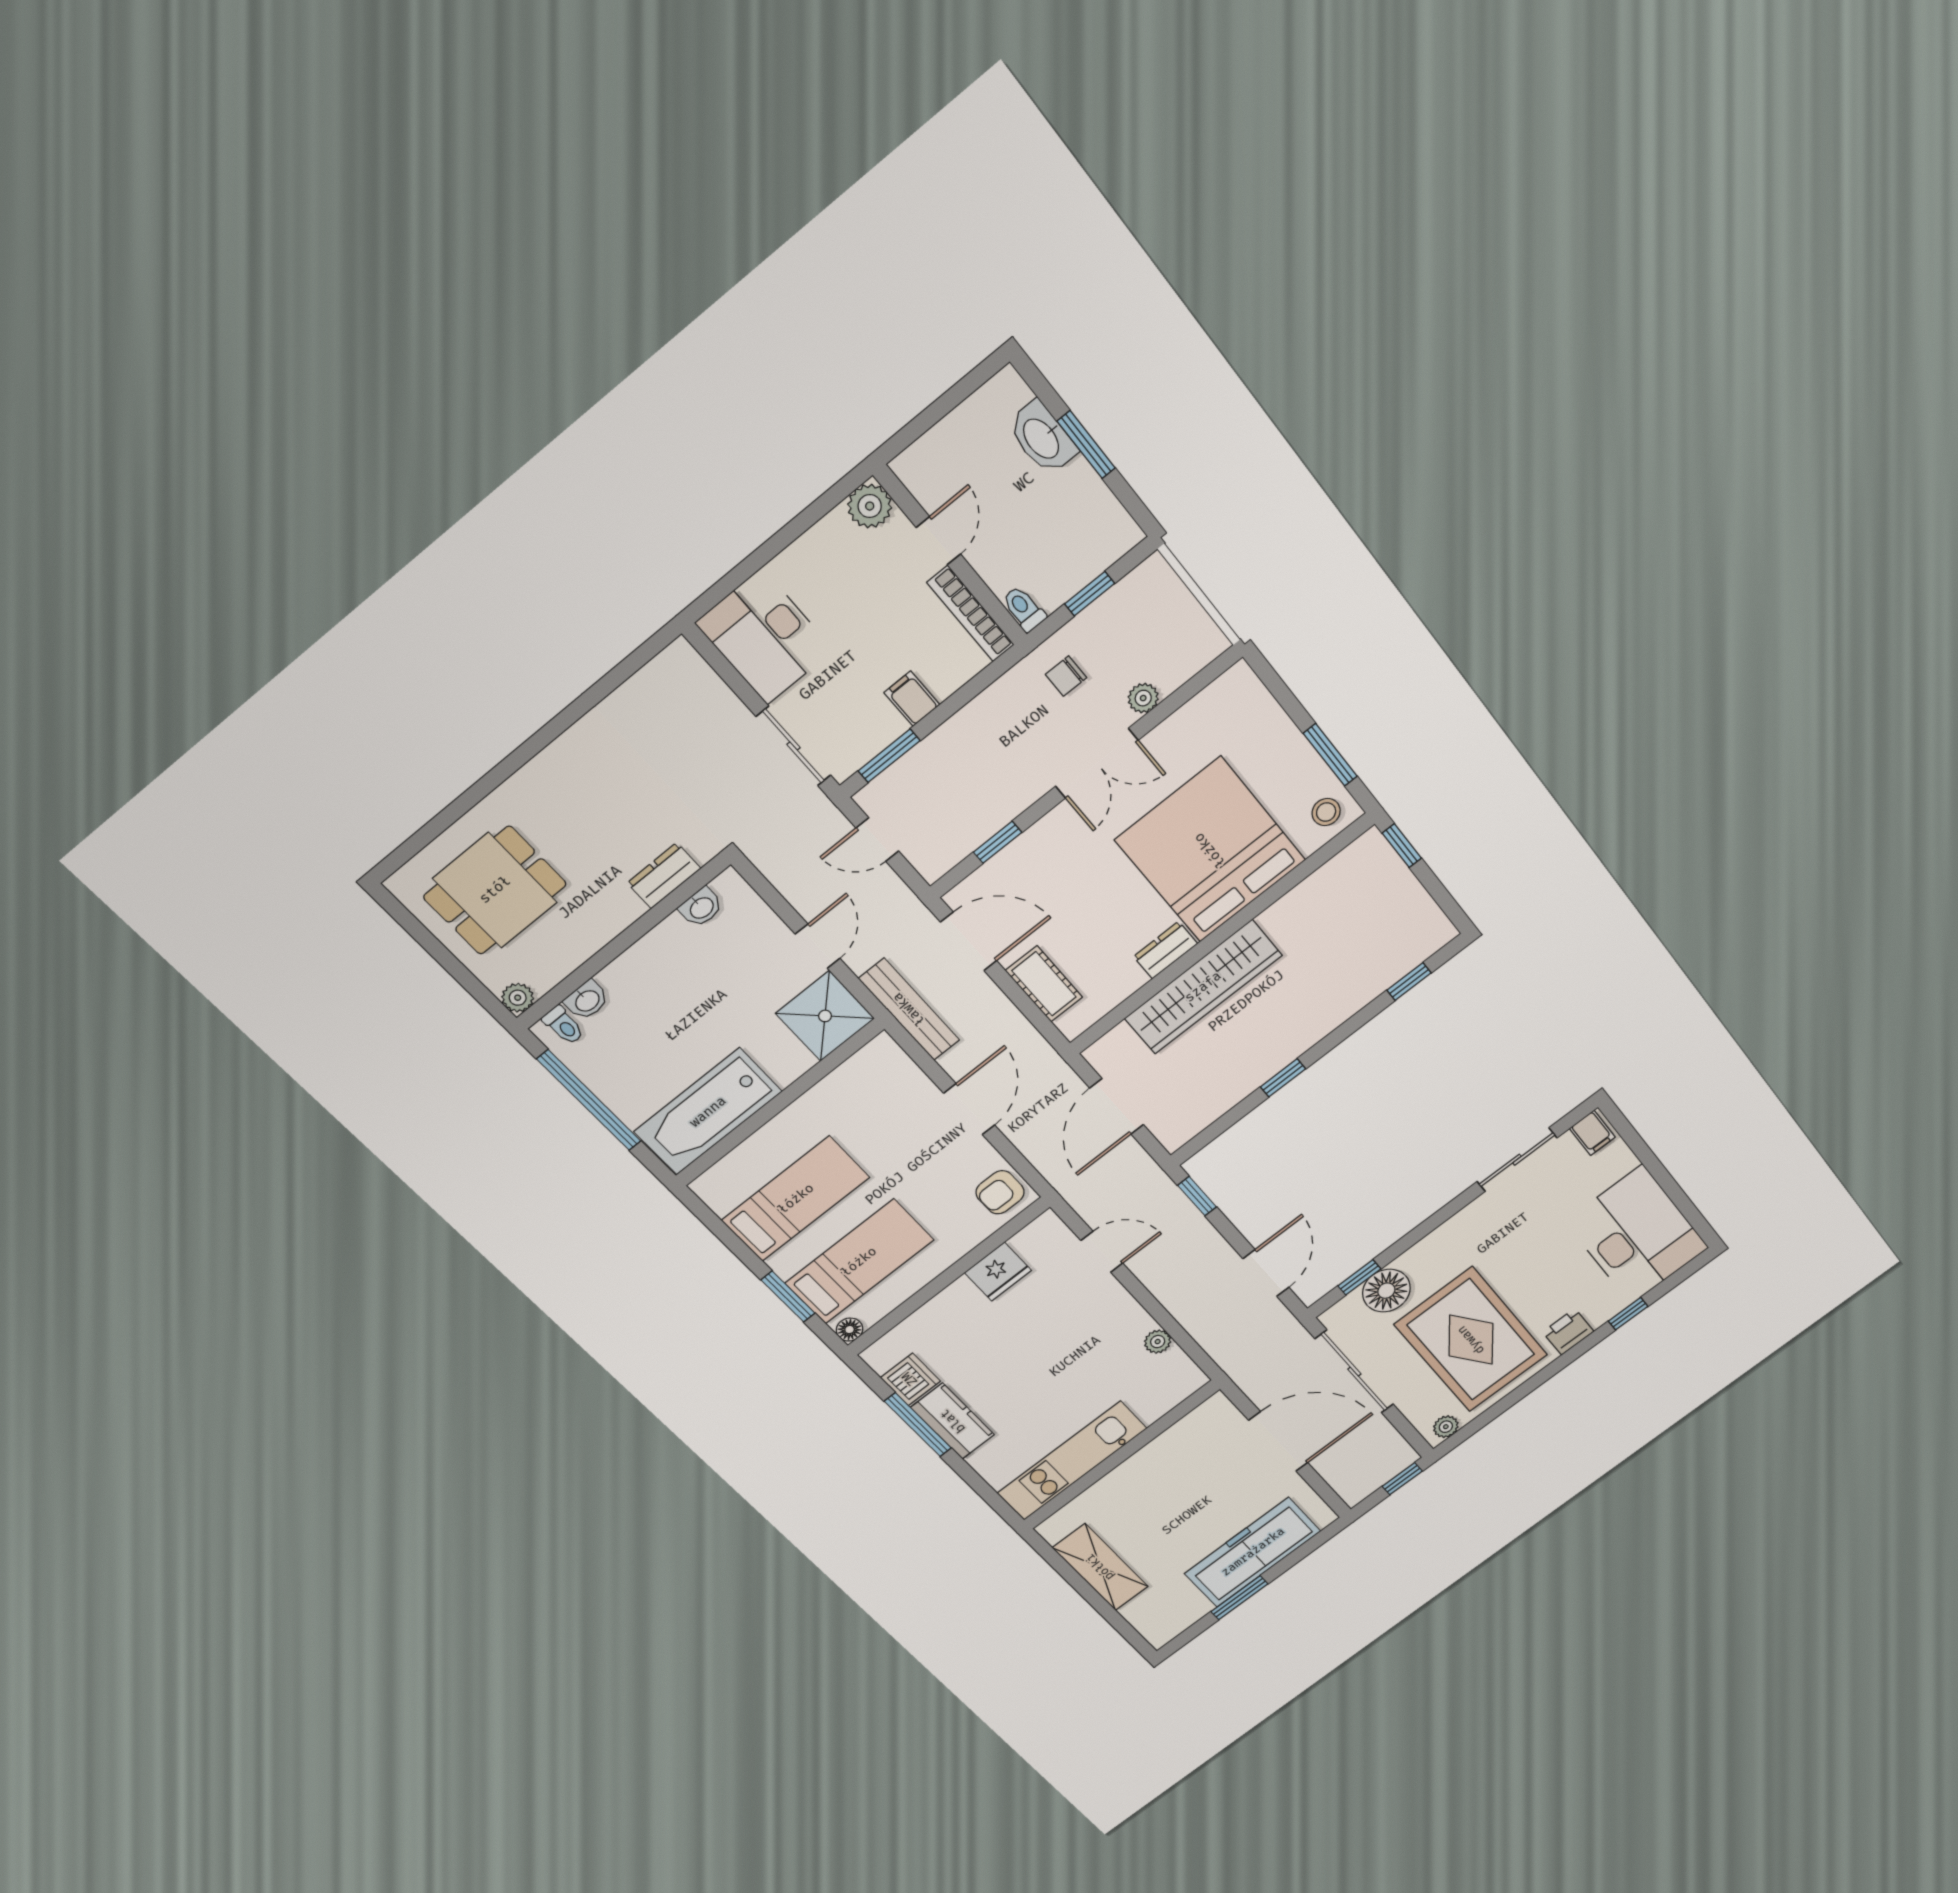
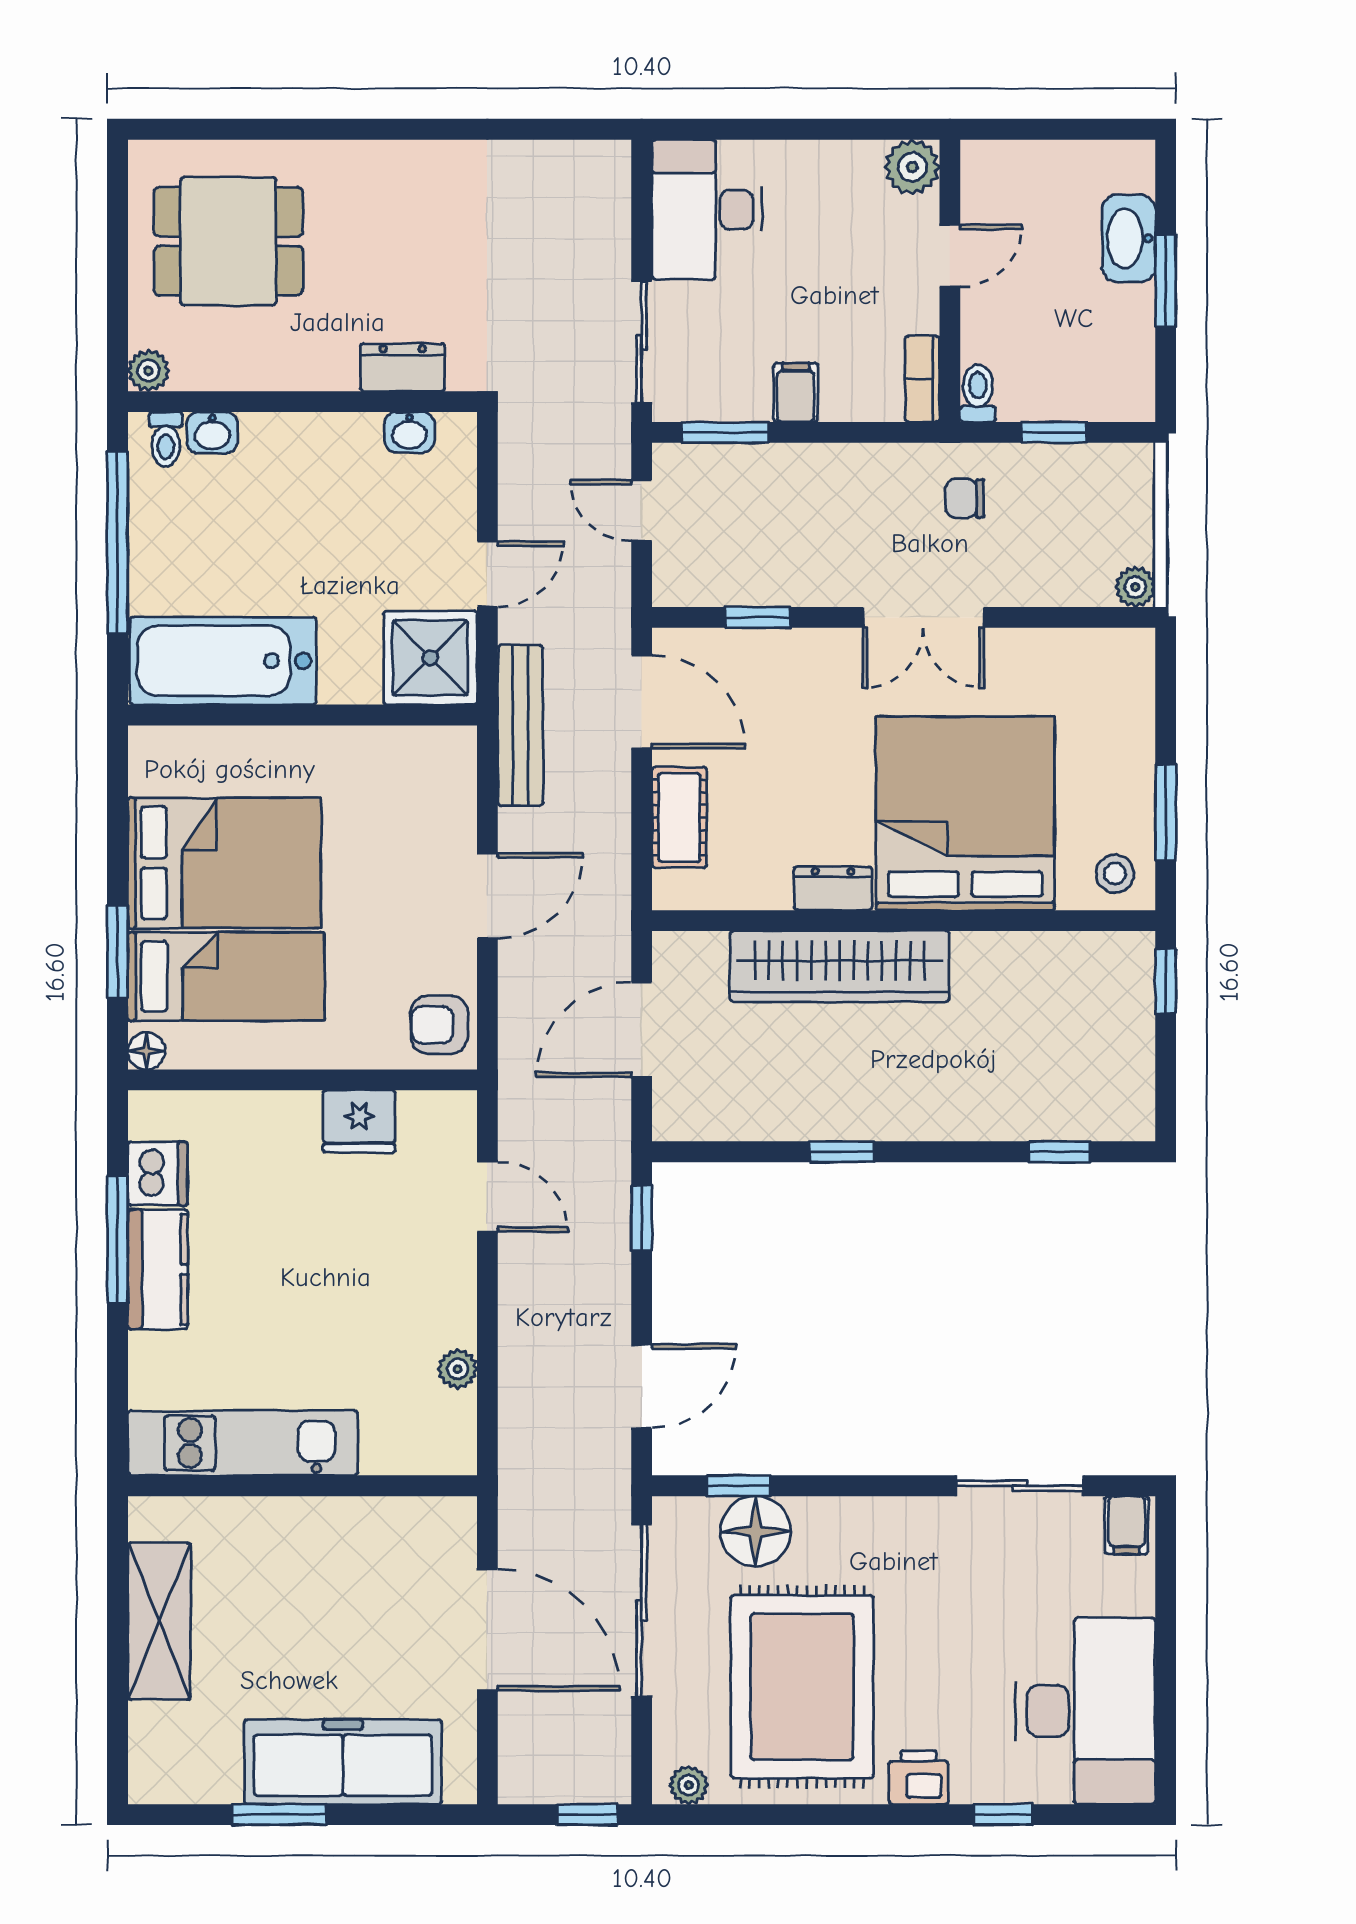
bookcase: (971, 614) -> (922, 379), width x0.64
plant: (1143, 698) -> (1135, 587), moved
bed: (796, 1199) -> (224, 863), width x1.50

